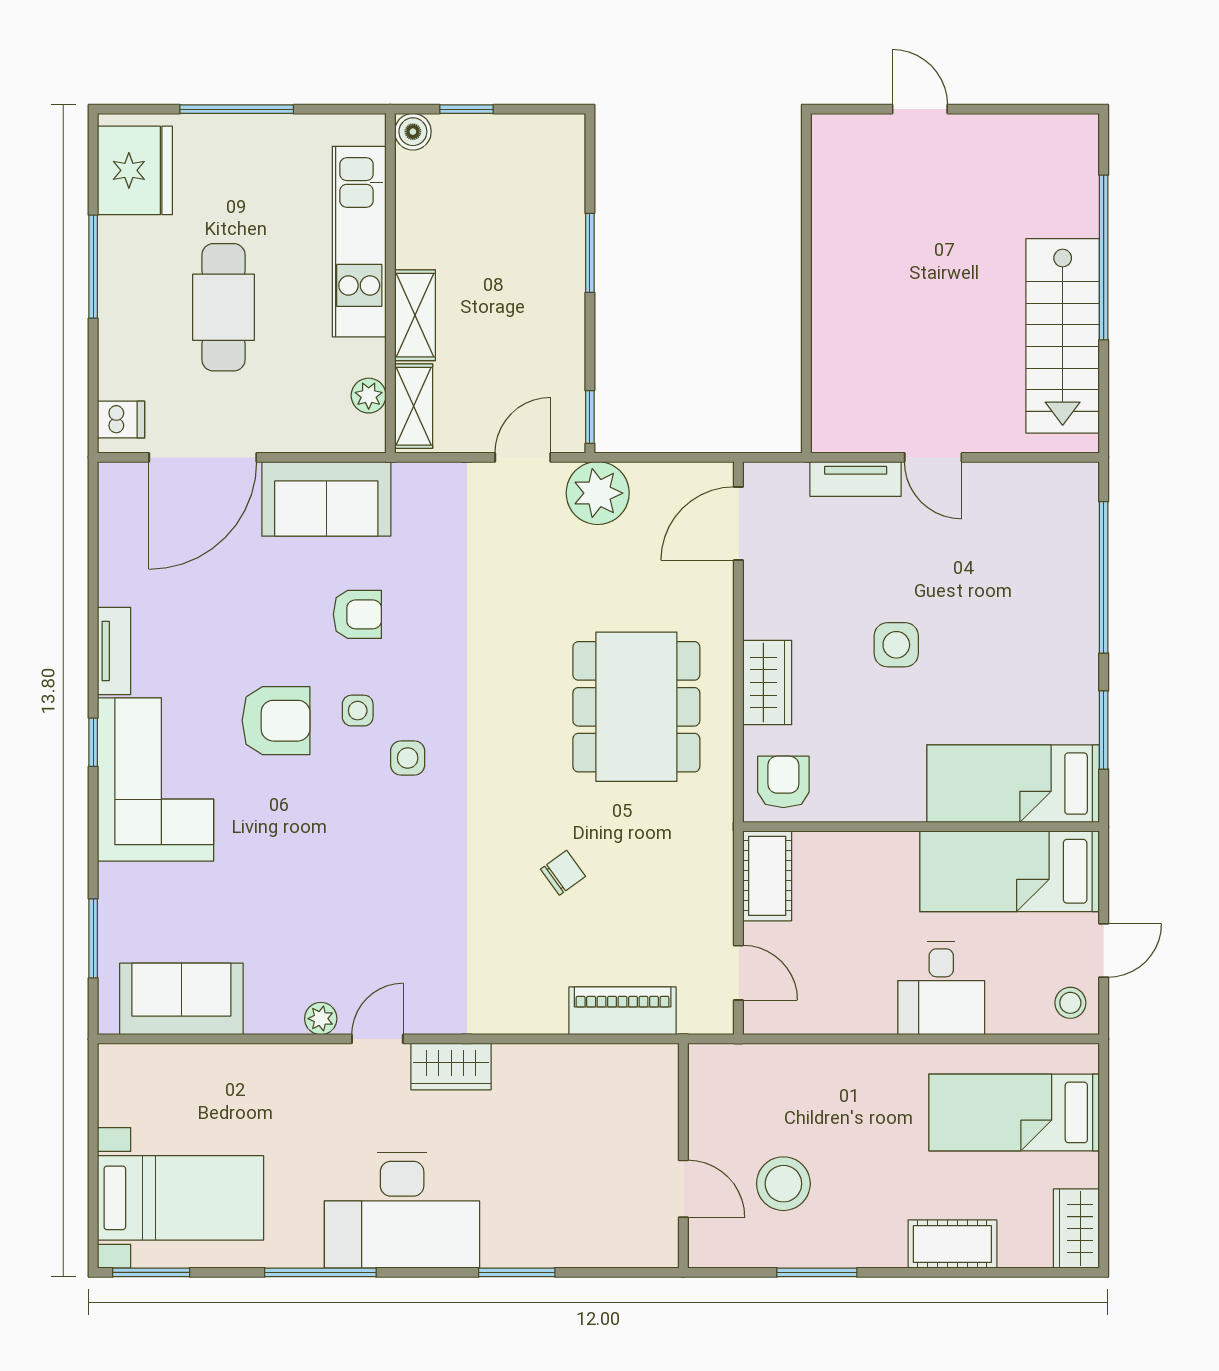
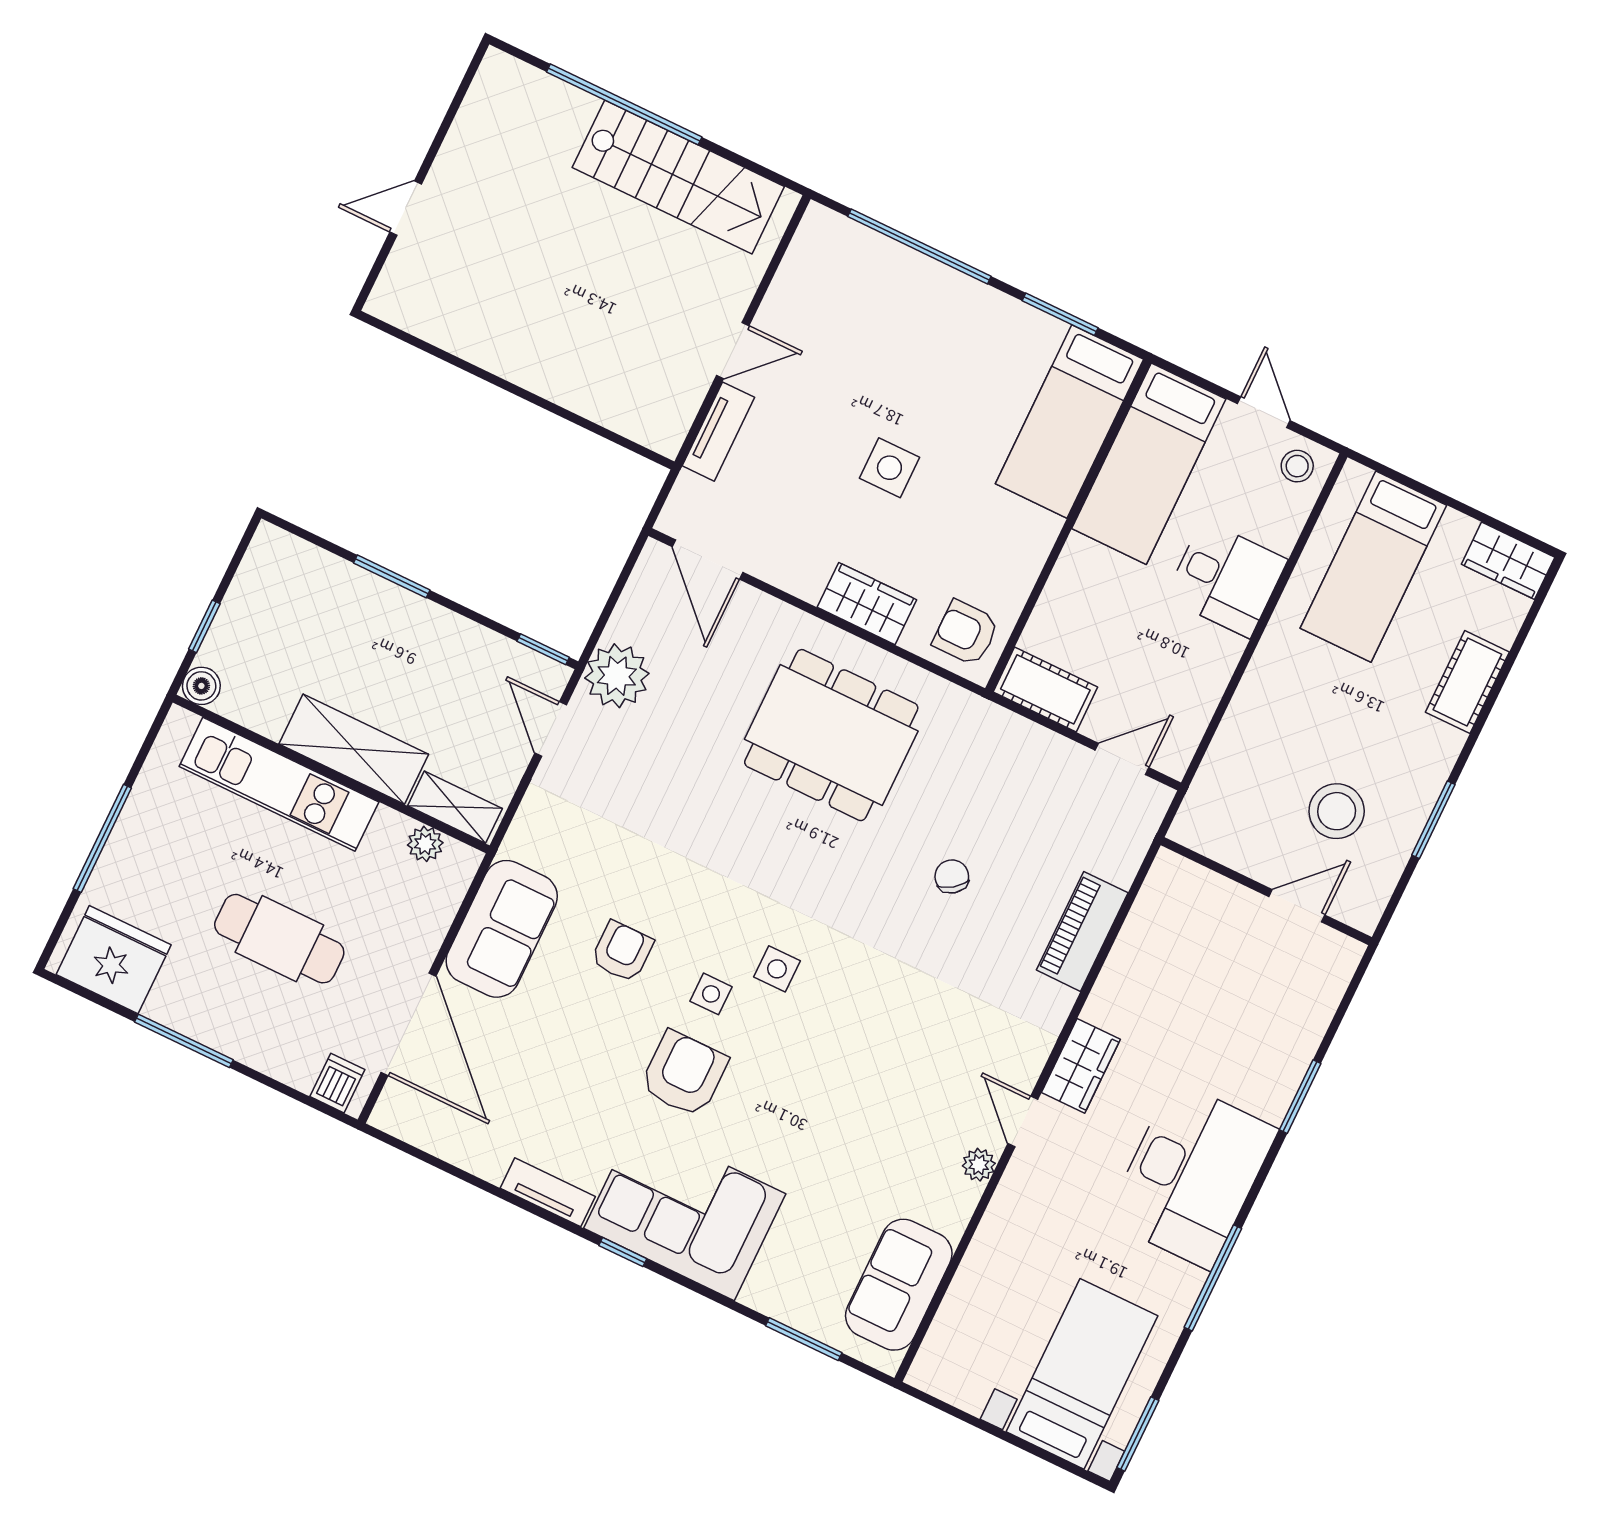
shelving: (415, 315) -> (354, 749), width x1.50, depth x1.33
piano: (623, 1011) -> (1082, 931), moved

